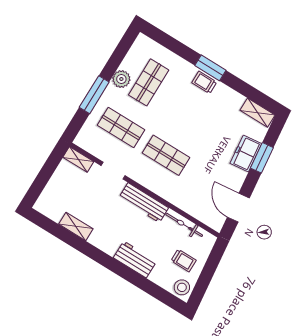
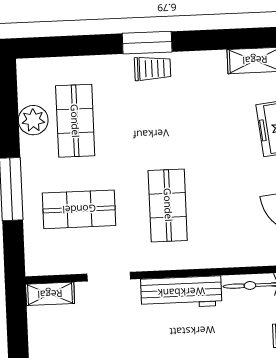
plant: (121, 79) -> (33, 120), moved
trolley: (204, 82) -> (152, 68), turned 180
shop shelf: (166, 155) -> (168, 205), turned 90

